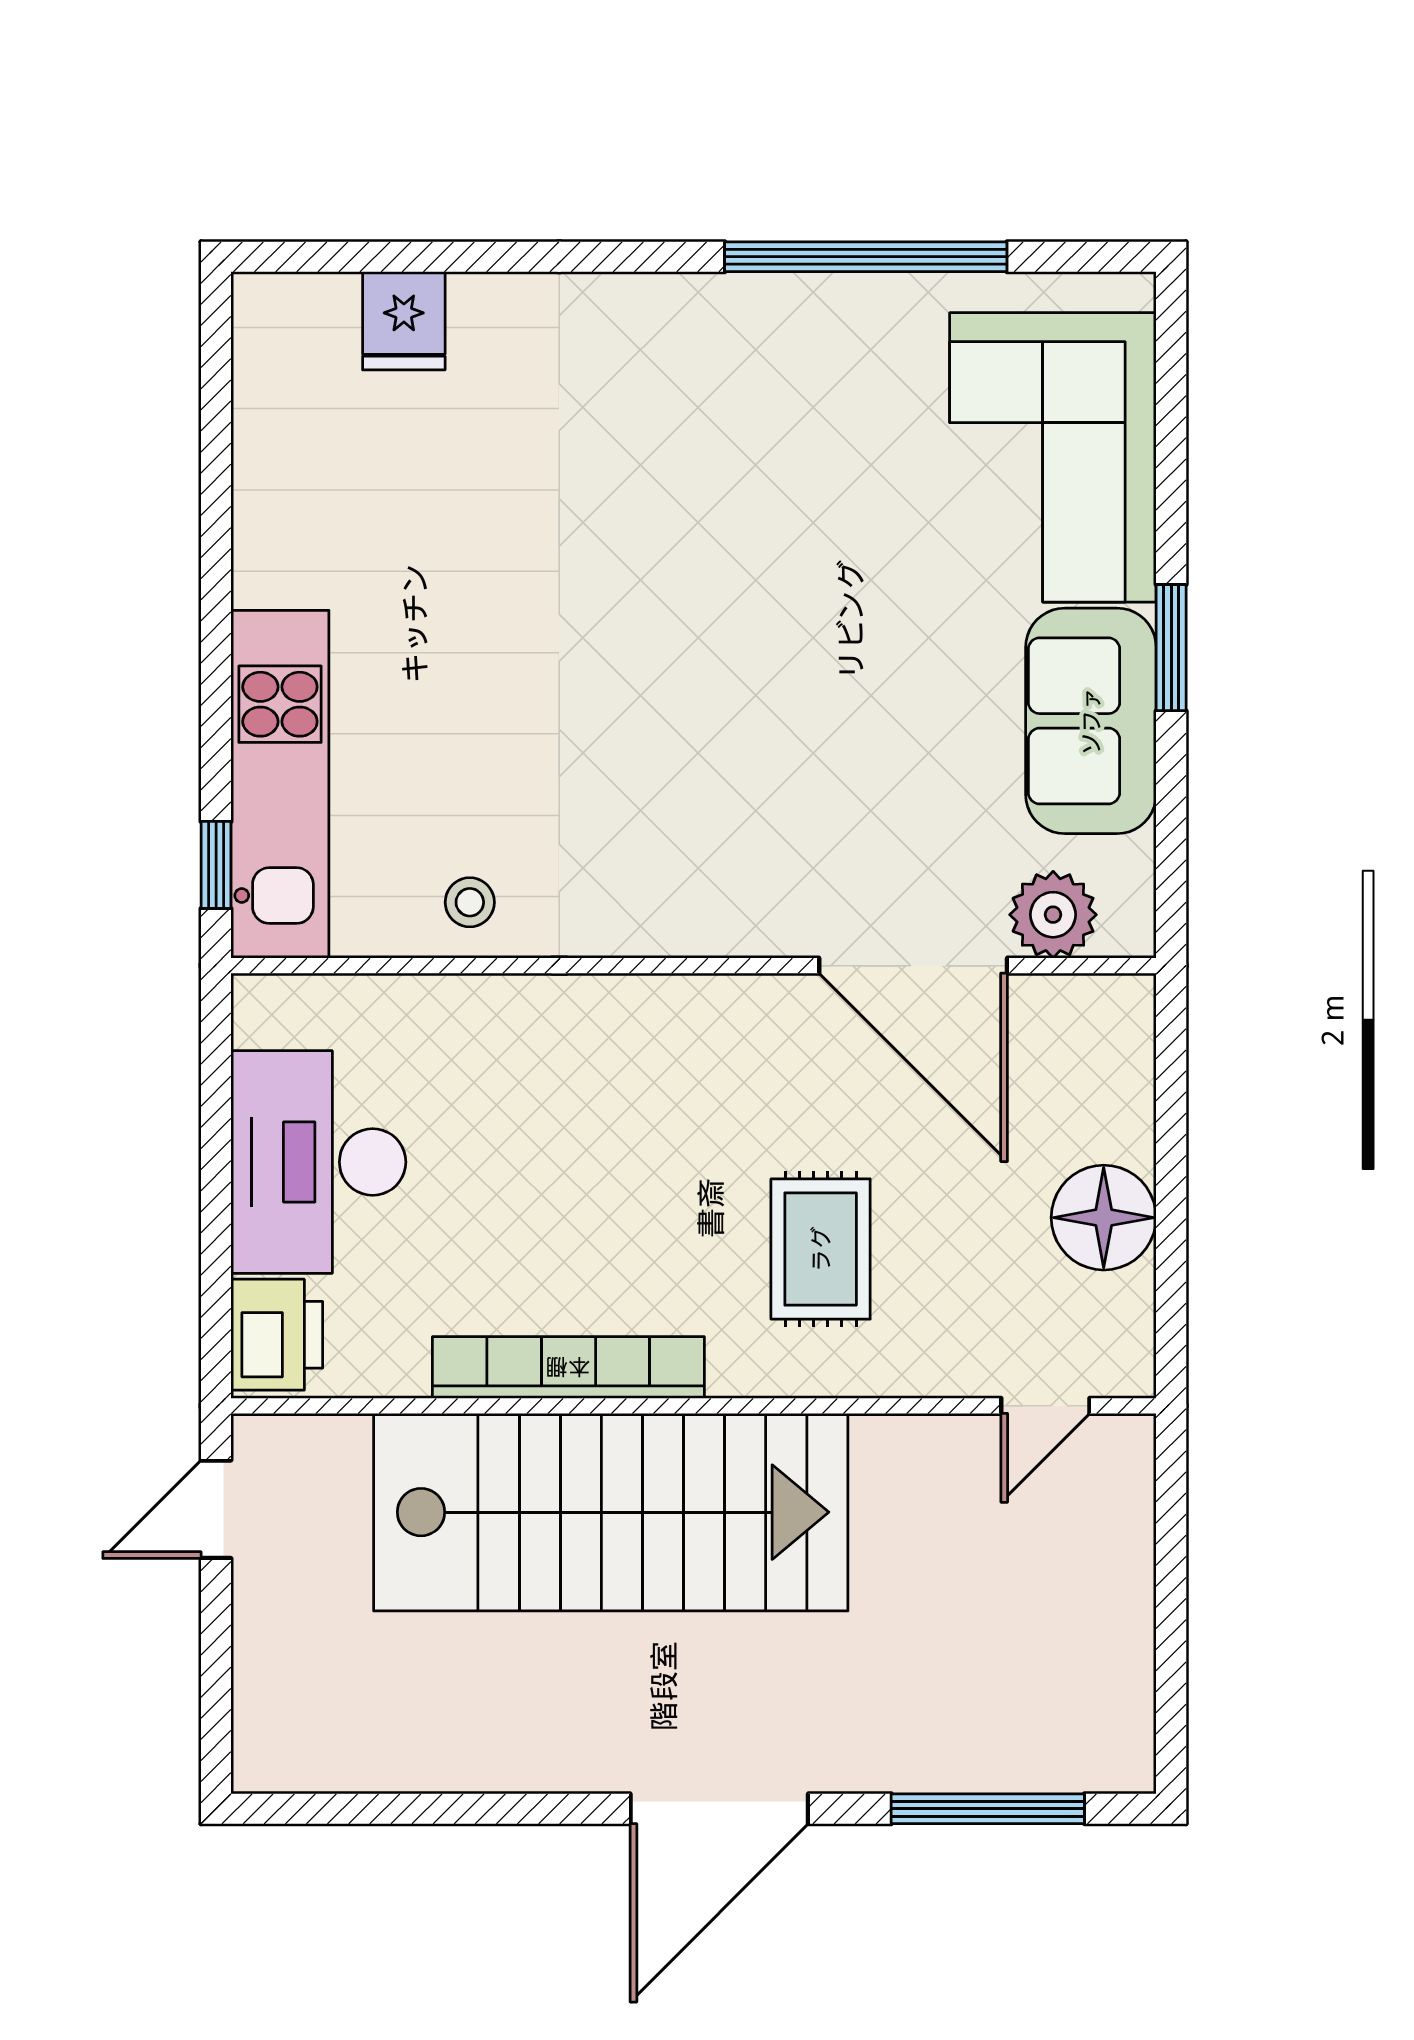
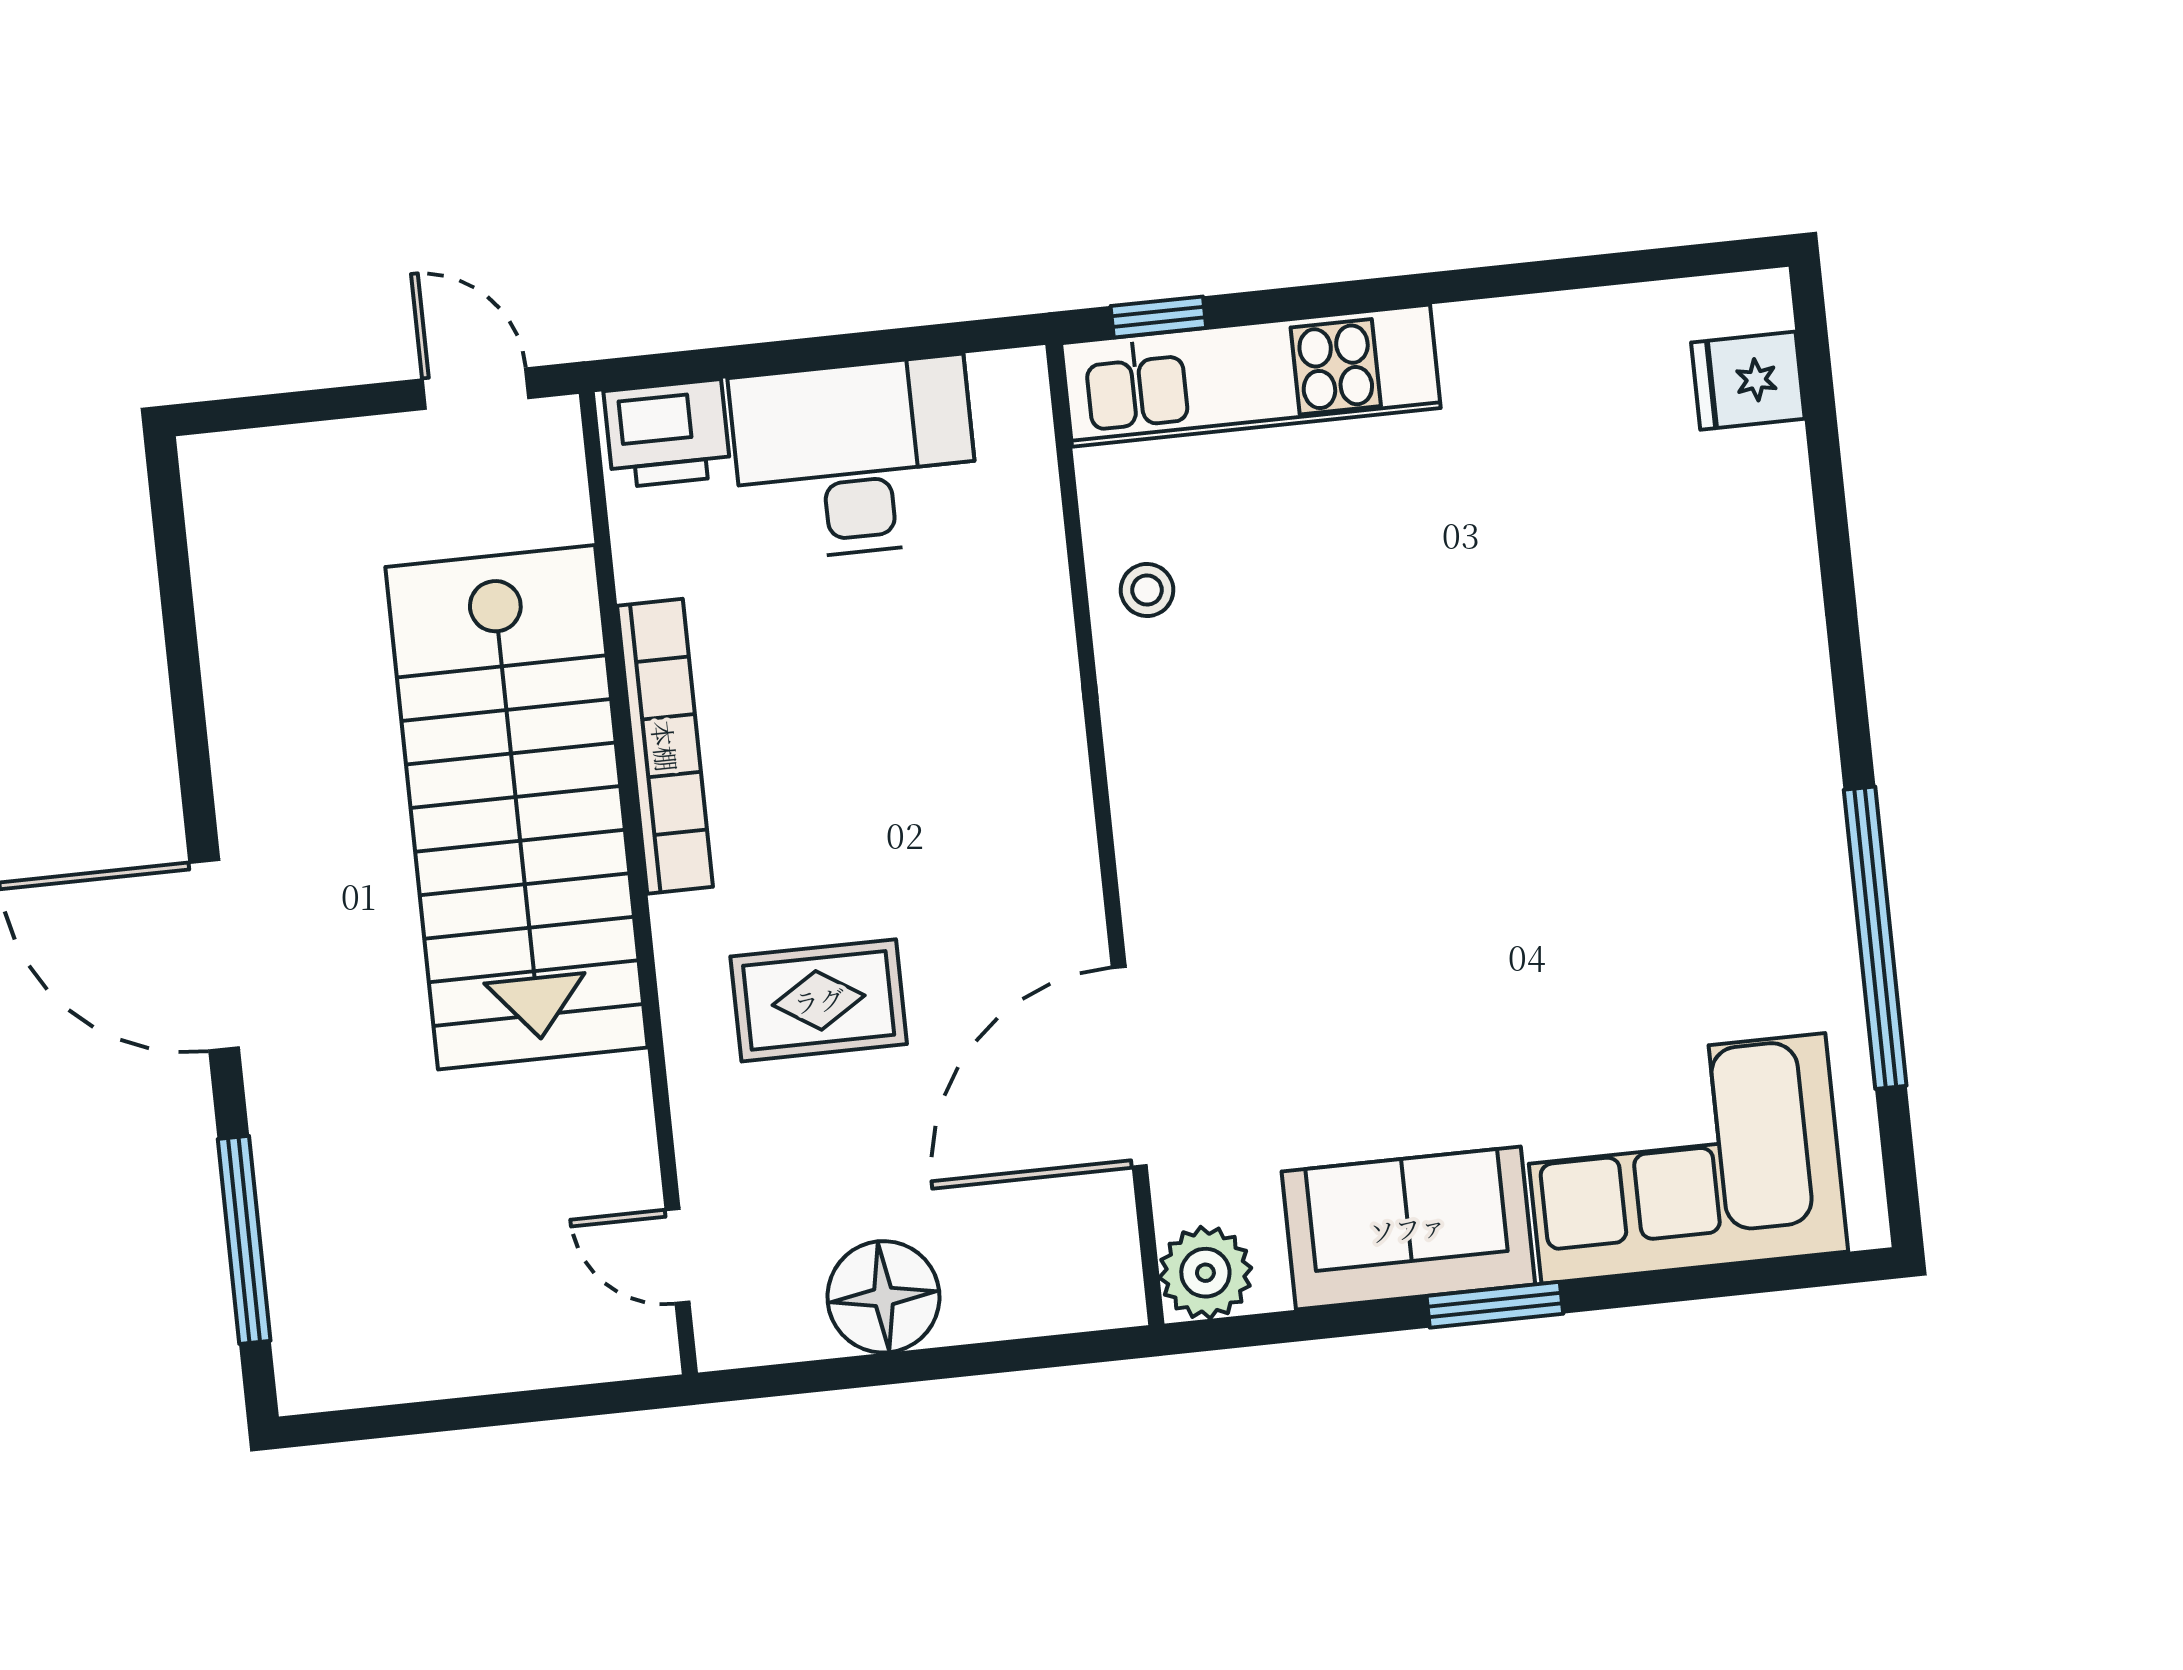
fridge: (404, 321) -> (1748, 381), moved
plant: (1053, 915) -> (1205, 1273), moved

